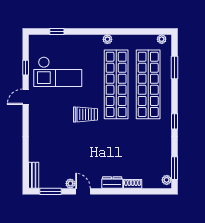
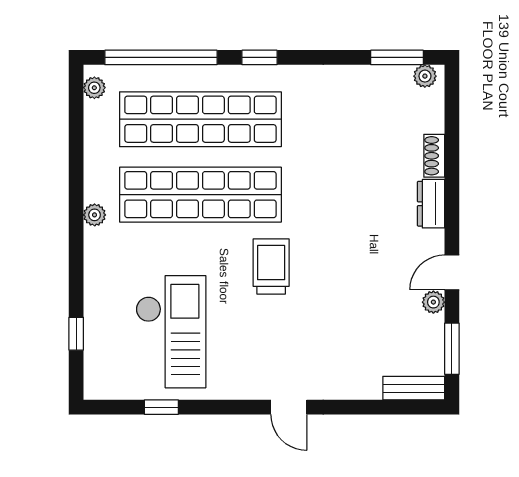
window: (175, 68) -> (161, 57), width x2.11
door: (26, 97) -> (289, 407), moved
window: (175, 121) -> (260, 57), moved

